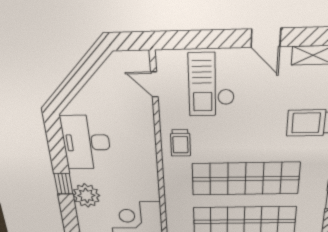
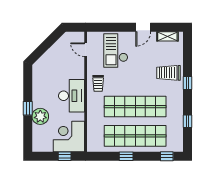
door: (266, 38) -> (143, 27), hinge flipped
desk: (86, 143) -> (71, 96), moved, turned 180

